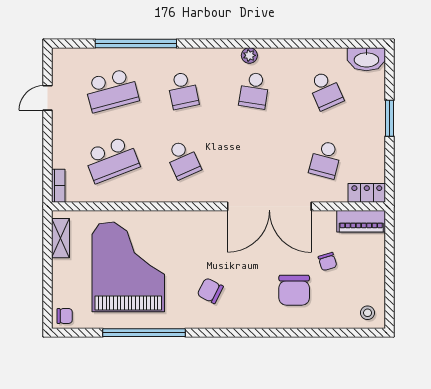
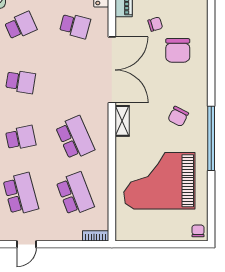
door: (48, 98) -> (27, 244), hinge flipped
school desk: (183, 159) -> (75, 138), width x1.85
shelving: (61, 238) -> (122, 121), moved, turned 90
chair: (294, 290) -> (178, 50), turned 90
window: (144, 333) -> (211, 138), moved

